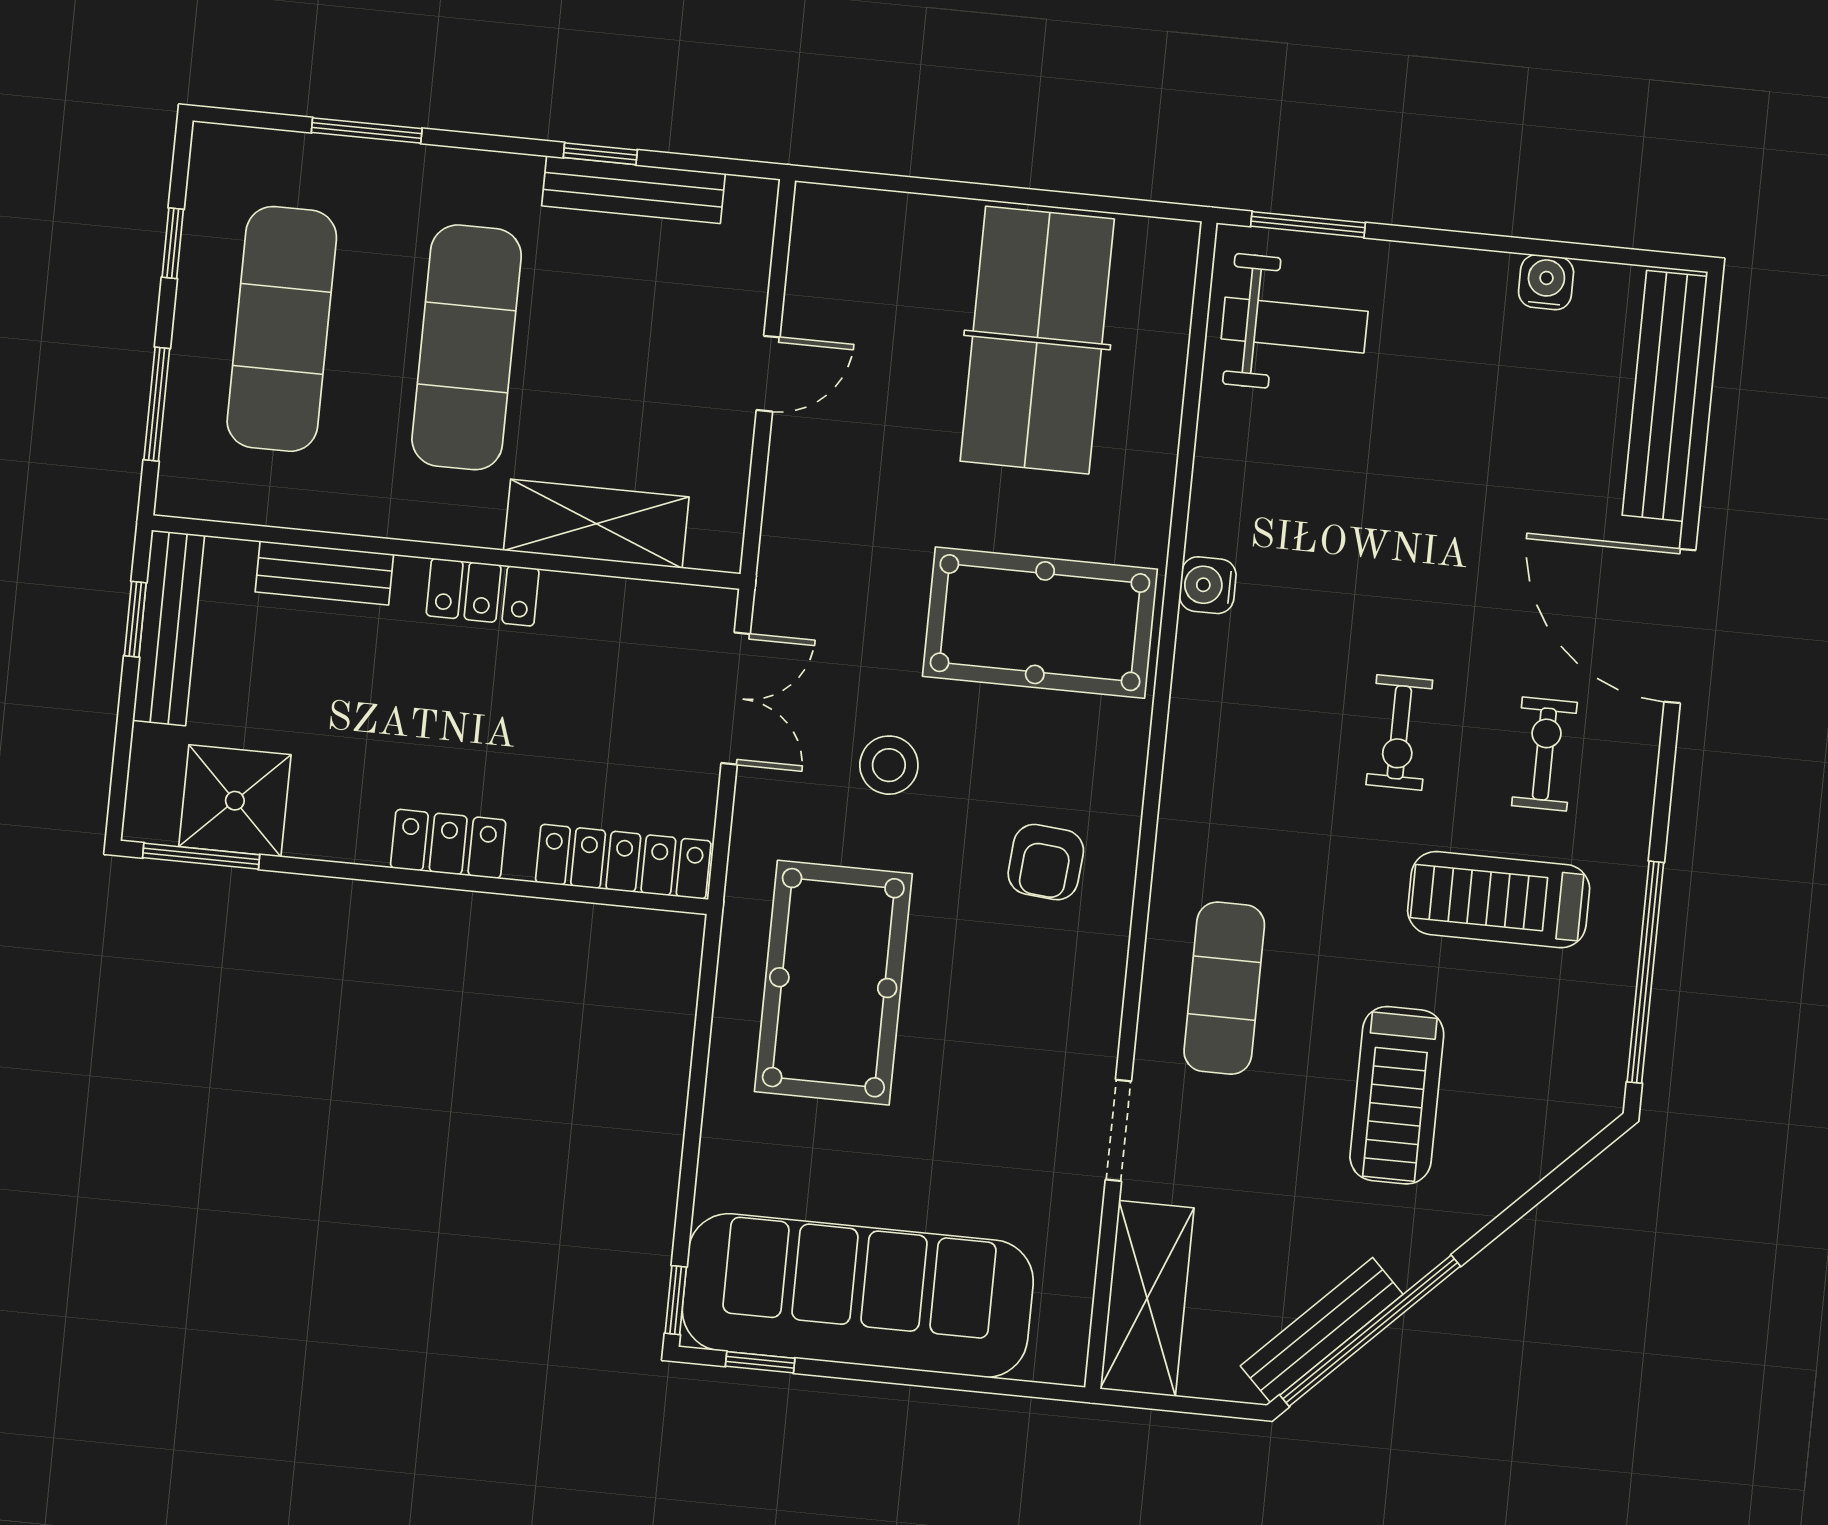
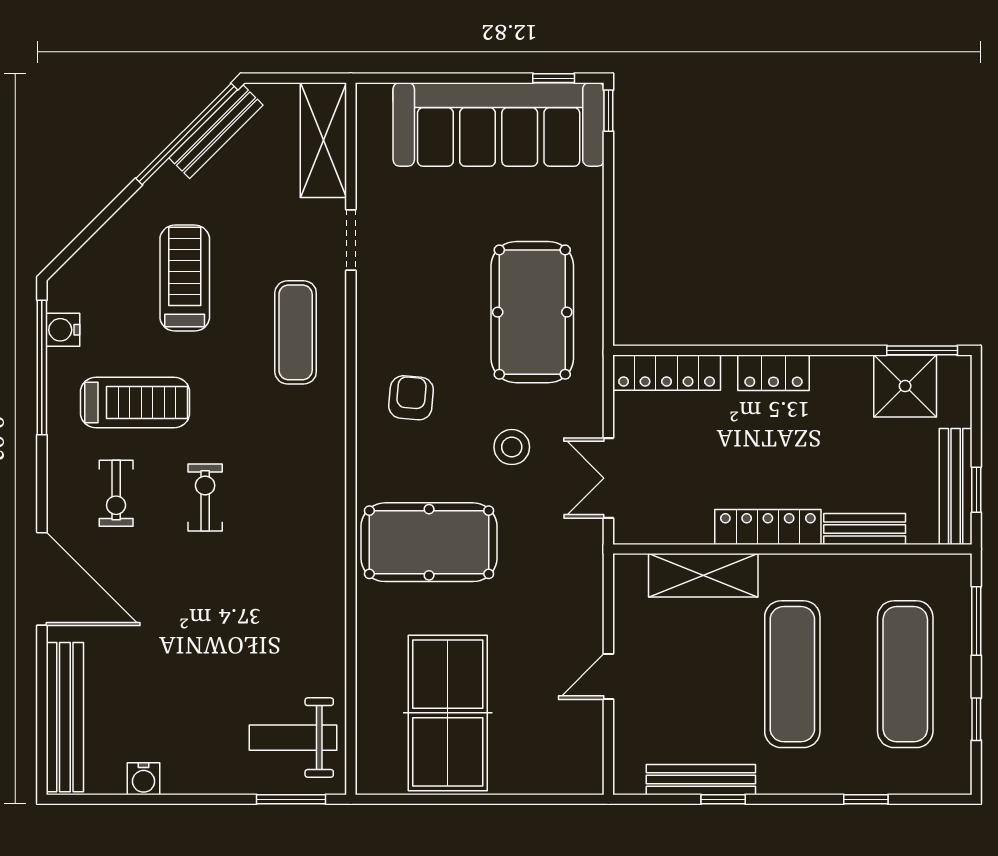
window: (367, 131) -> (866, 799), width x0.67
water cooler: (1208, 585) -> (63, 330), moved, turned 180
locker: (483, 592) -> (768, 527), width x1.53

